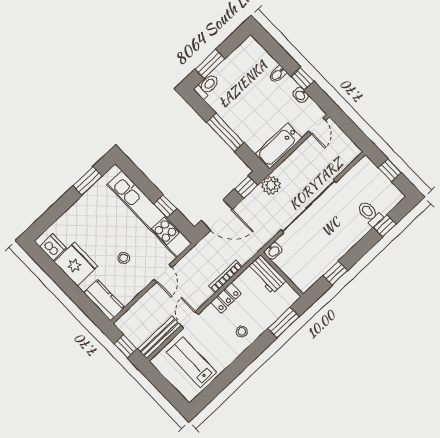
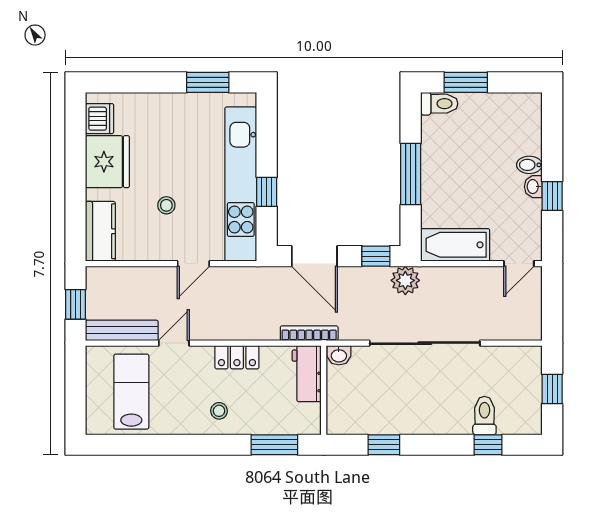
washbasin: (301, 95) -> (533, 187), moved
bookcase: (226, 277) -> (309, 333), moved

